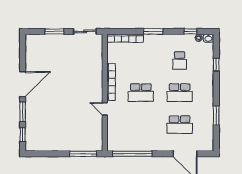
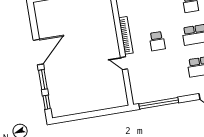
school desk: (141, 93) -> (157, 41), width x0.54
window: (83, 154) -> (110, 111), removed

